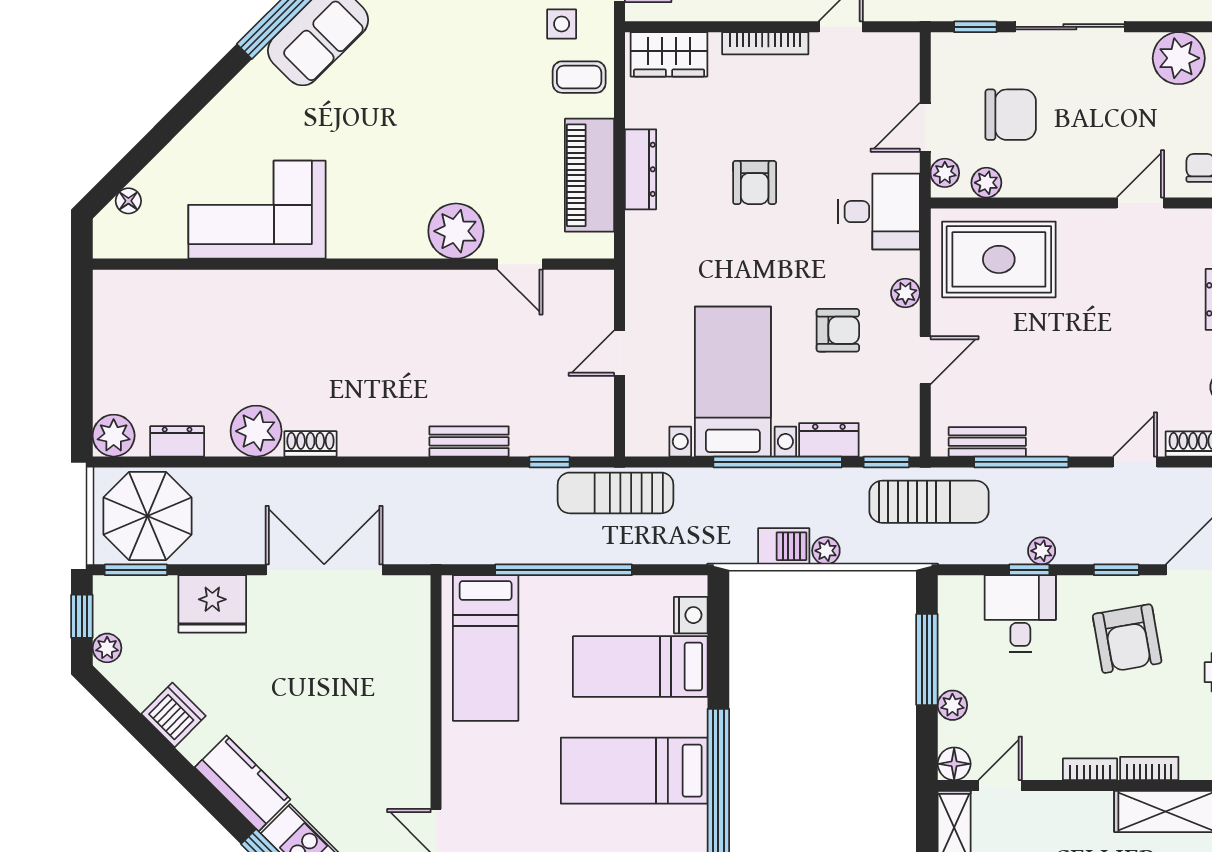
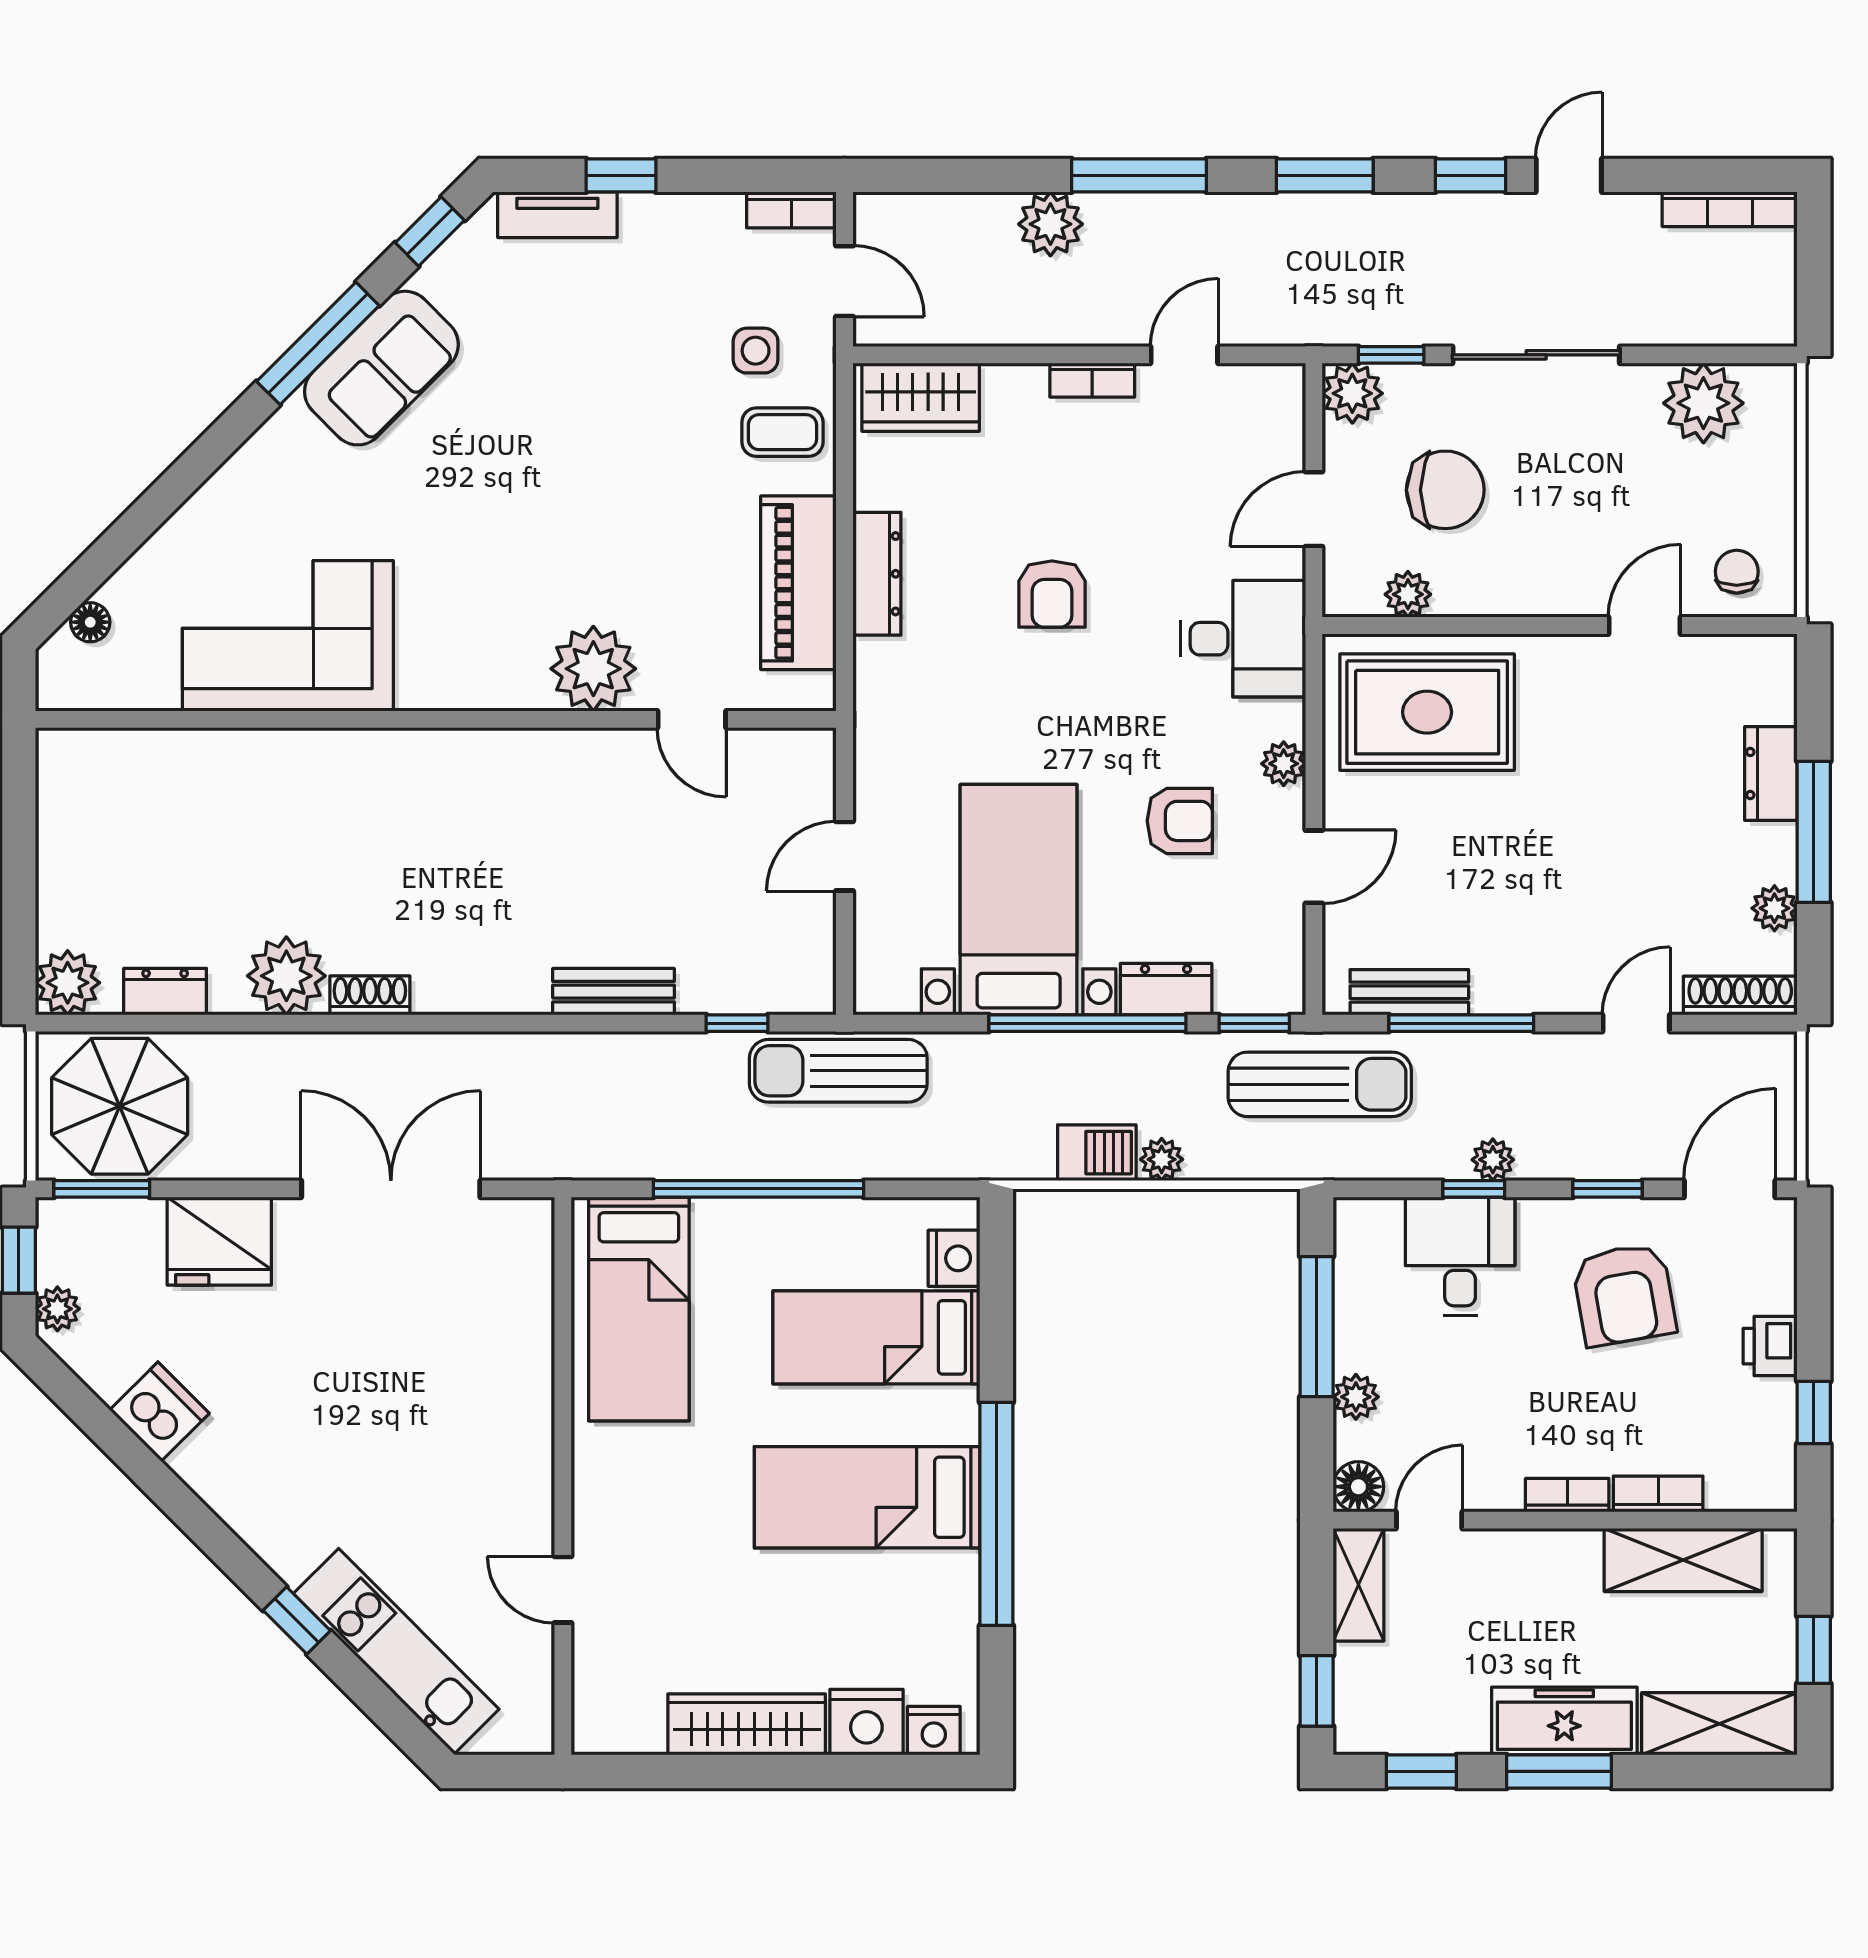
bookcase: (765, 43) -> (1092, 380), width x0.64
plant: (945, 173) -> (1352, 393), moved, width x1.38, depth x1.38
kitchen counter: (243, 783) -> (266, 1517), removed

